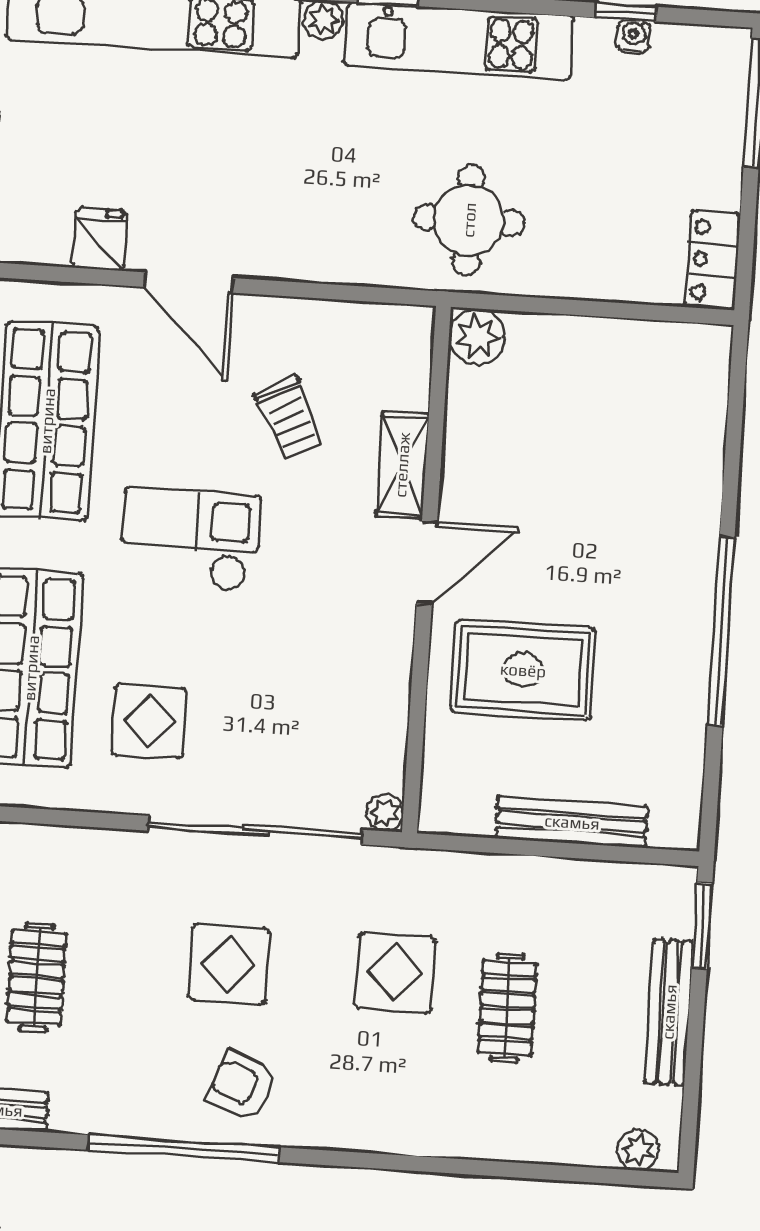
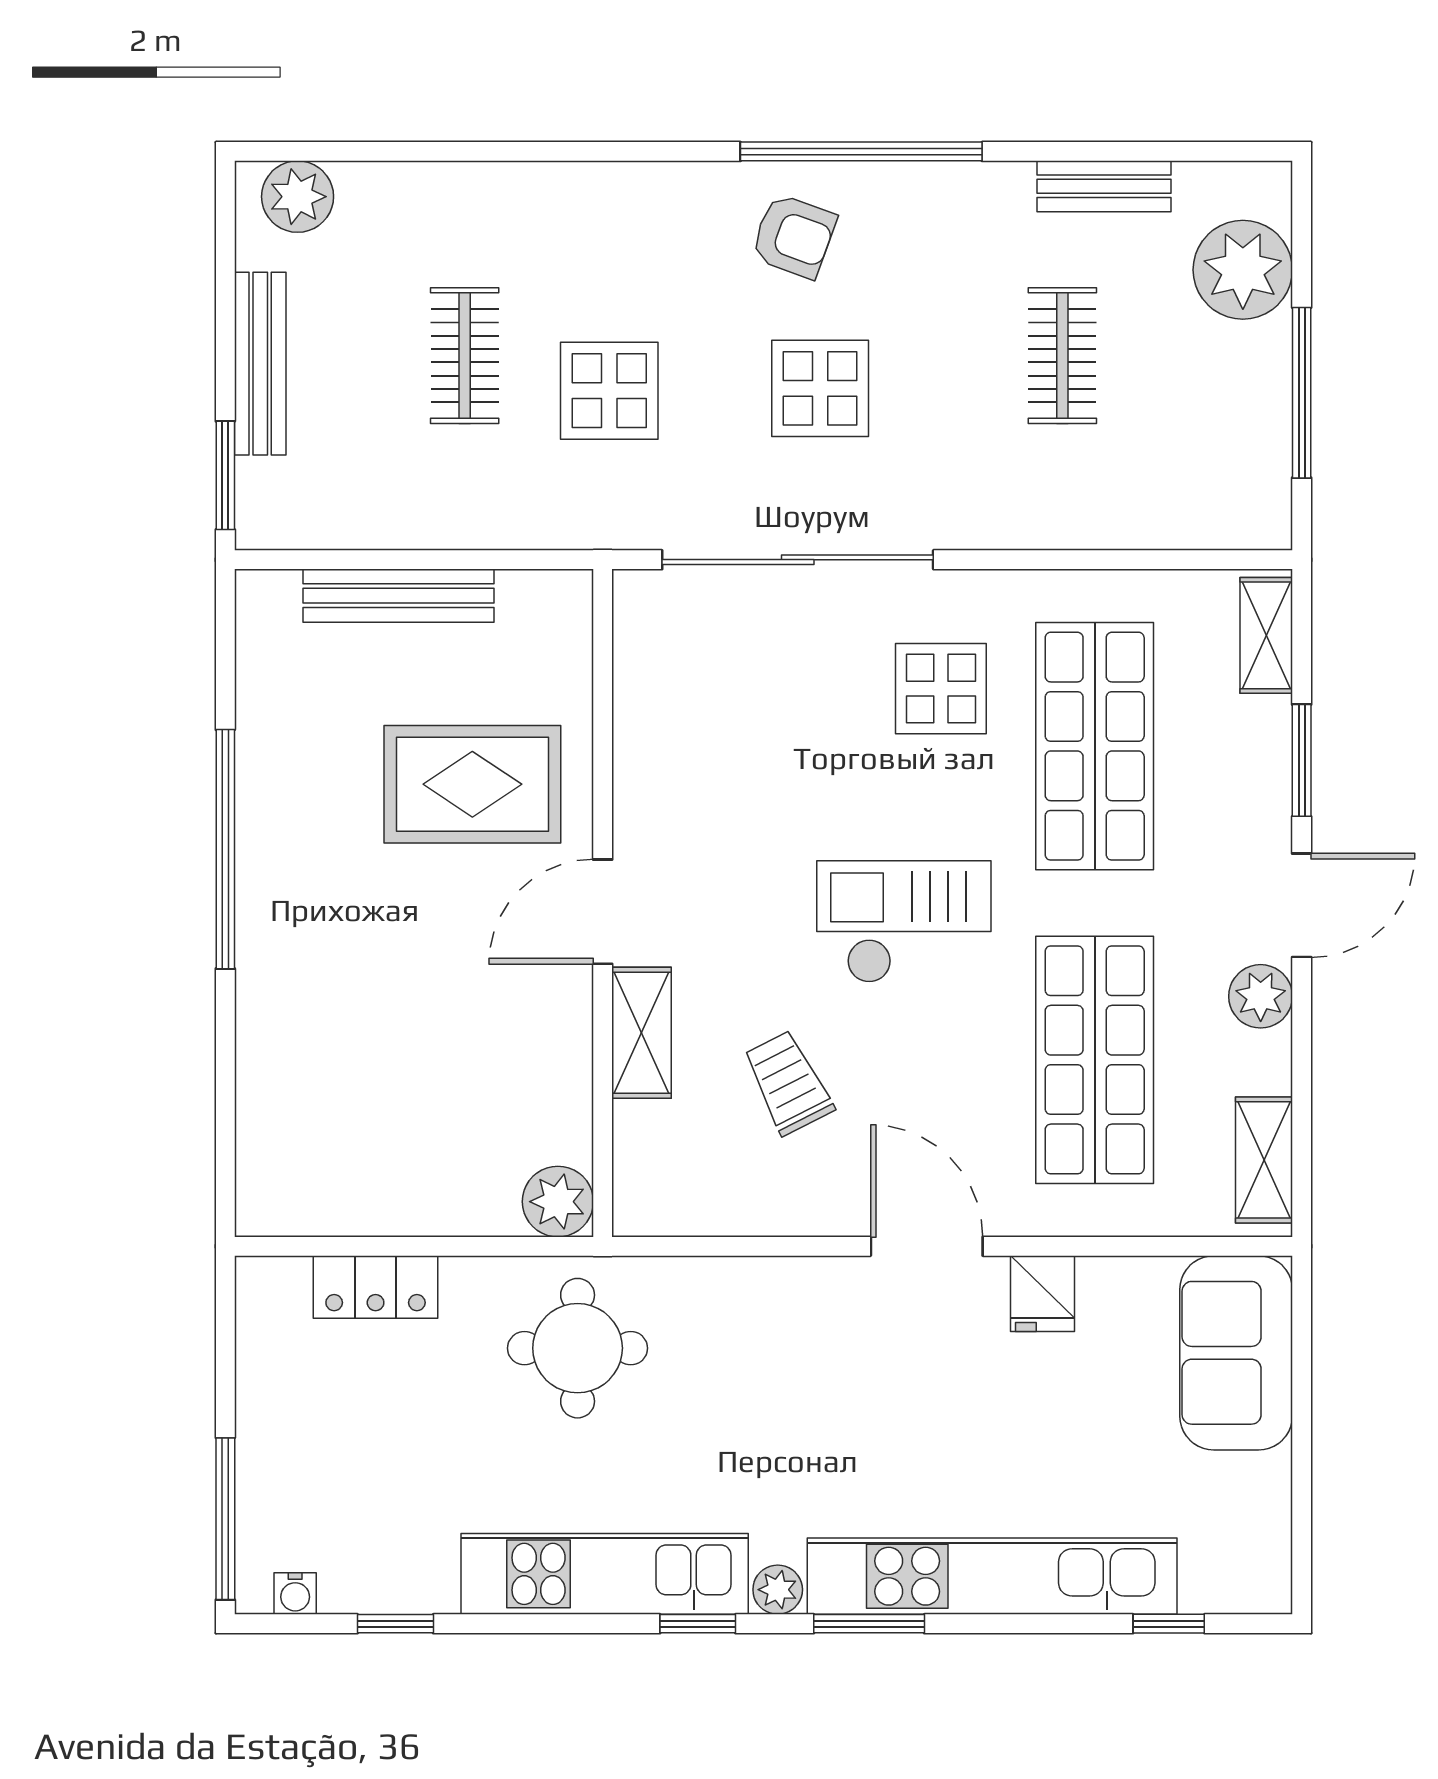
water cooler: (633, 37) -> (295, 1593), moved
locker: (713, 260) -> (376, 1287), moved, turned 90
checkout: (190, 539) -> (904, 922), turned 180
plant: (385, 813) -> (635, 592), removed
plant: (638, 1150) -> (298, 197), width x1.38, depth x1.38

